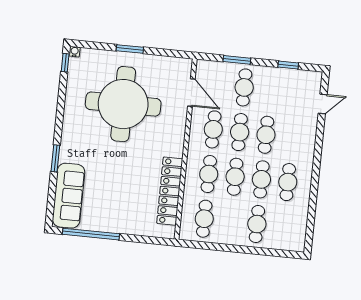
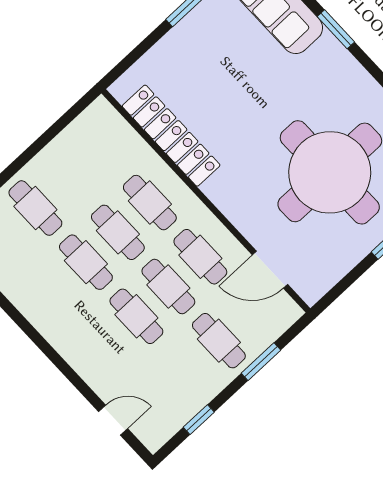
door: (323, 104) -> (113, 420), swing flipped
cafe table: (288, 182) -> (54, 292), removed
cafe table: (204, 219) -> (99, 148), removed

